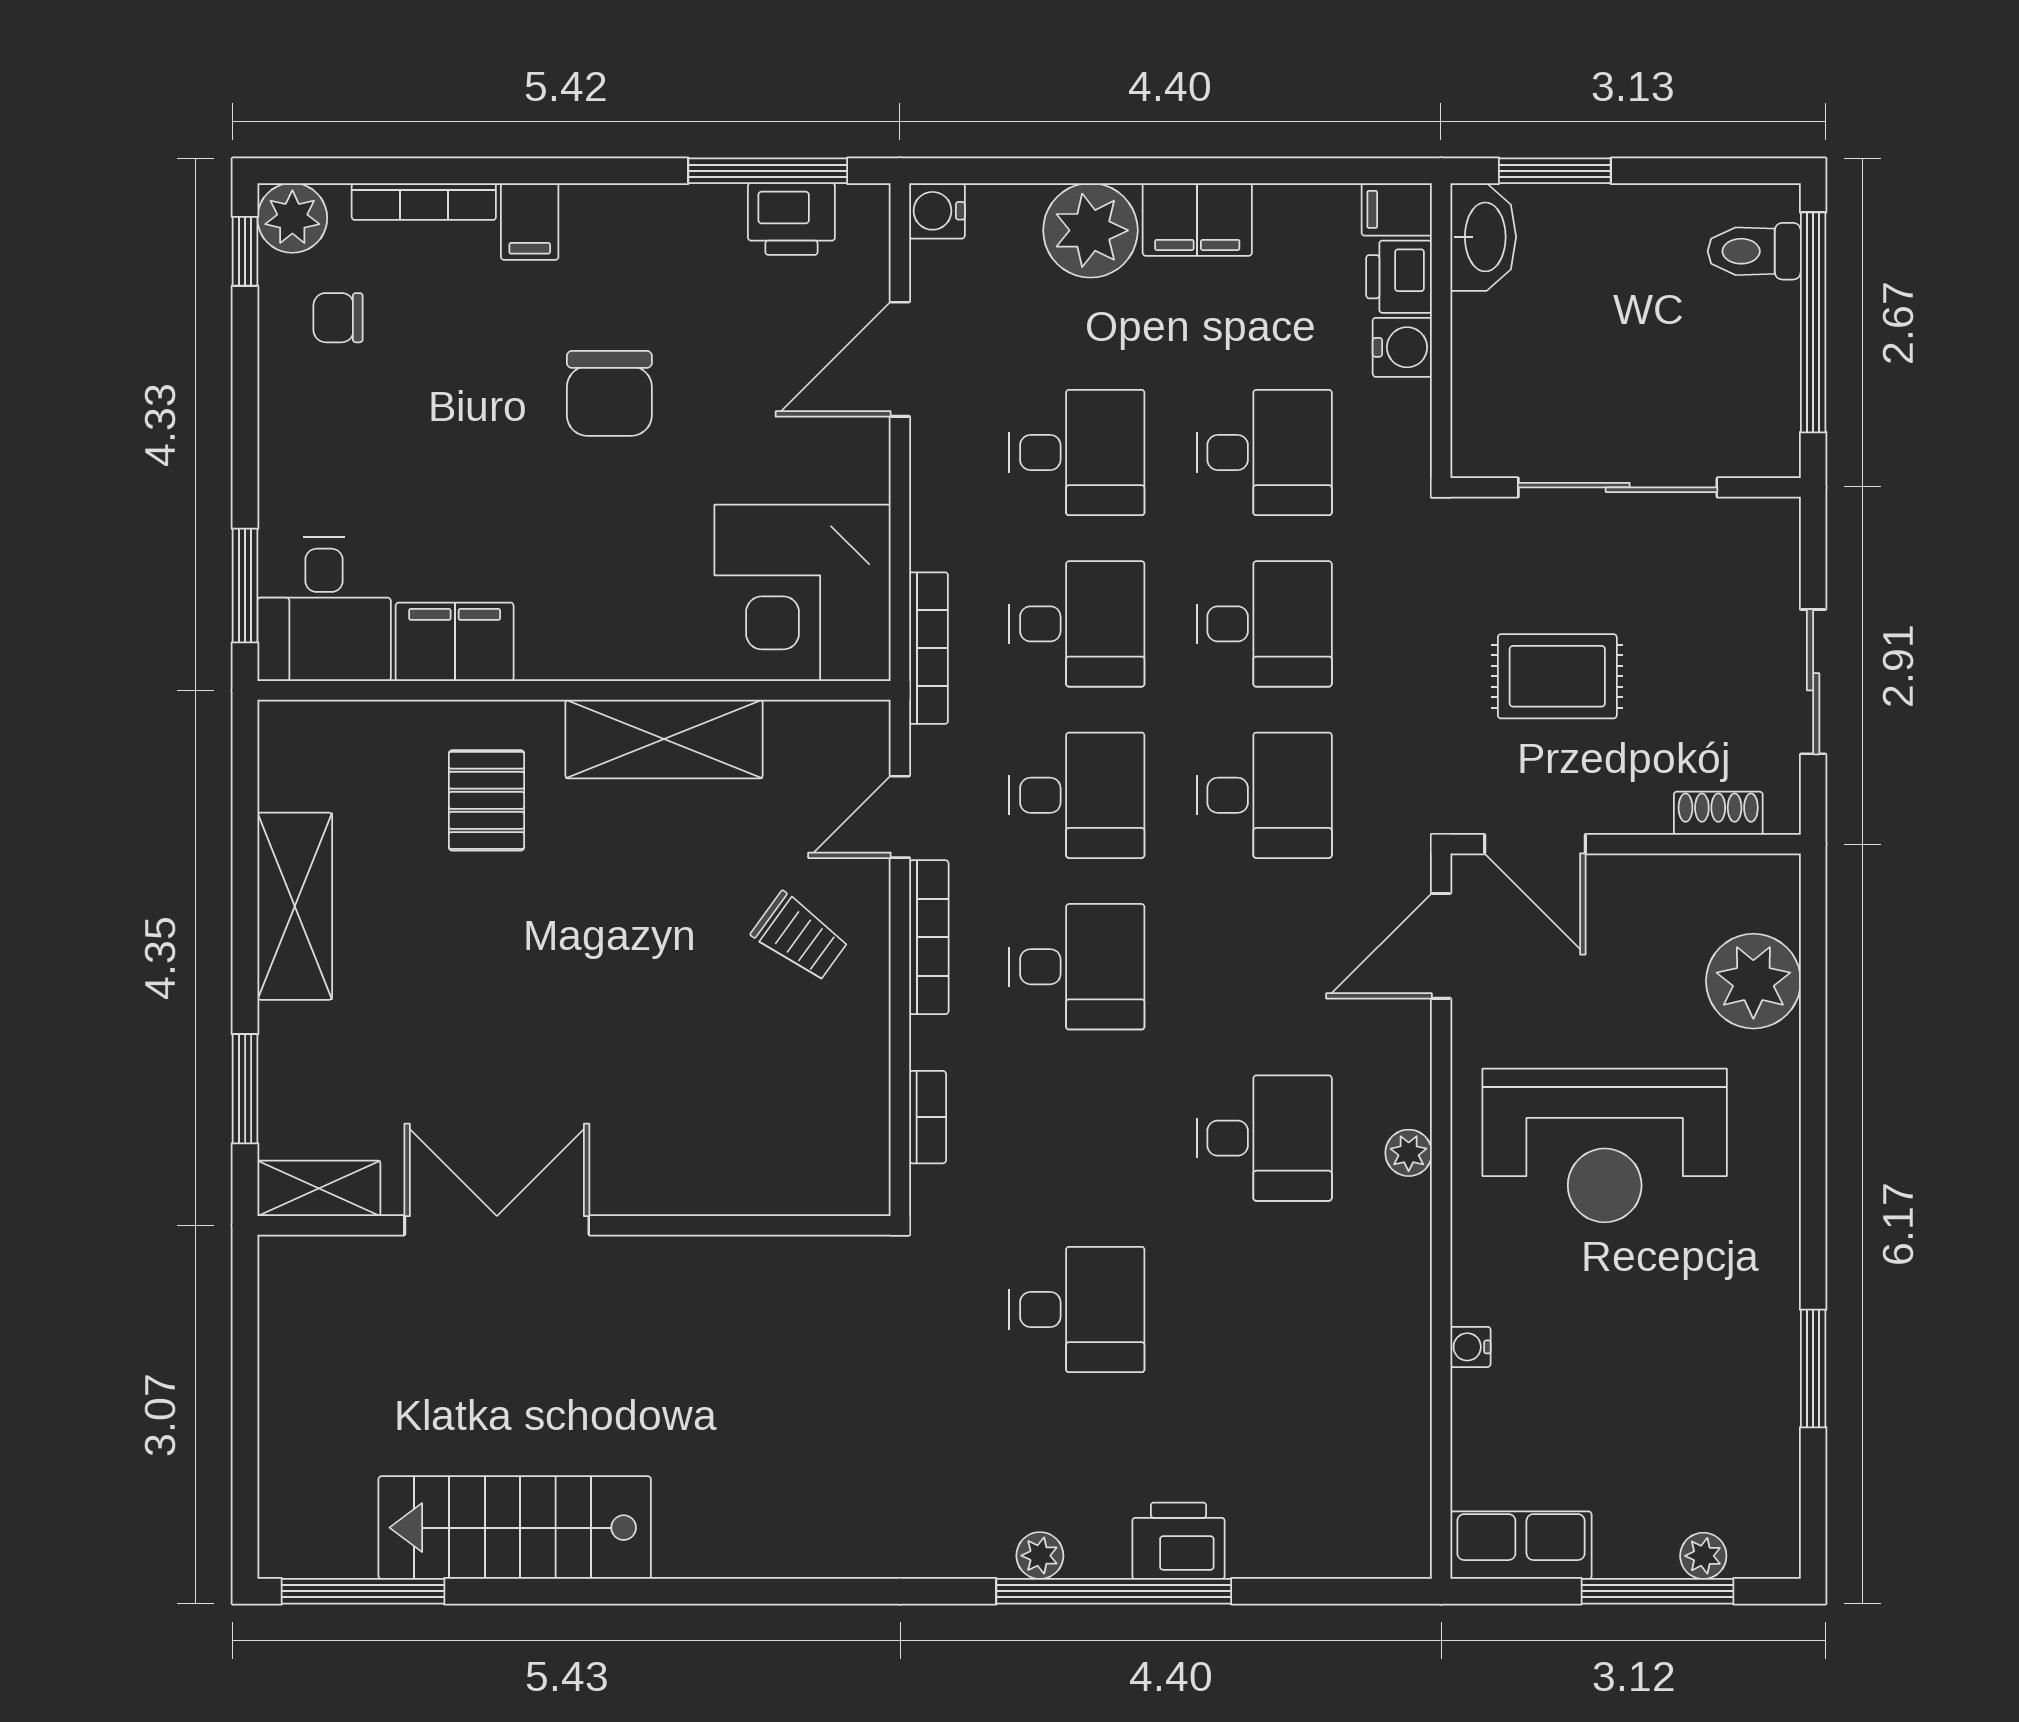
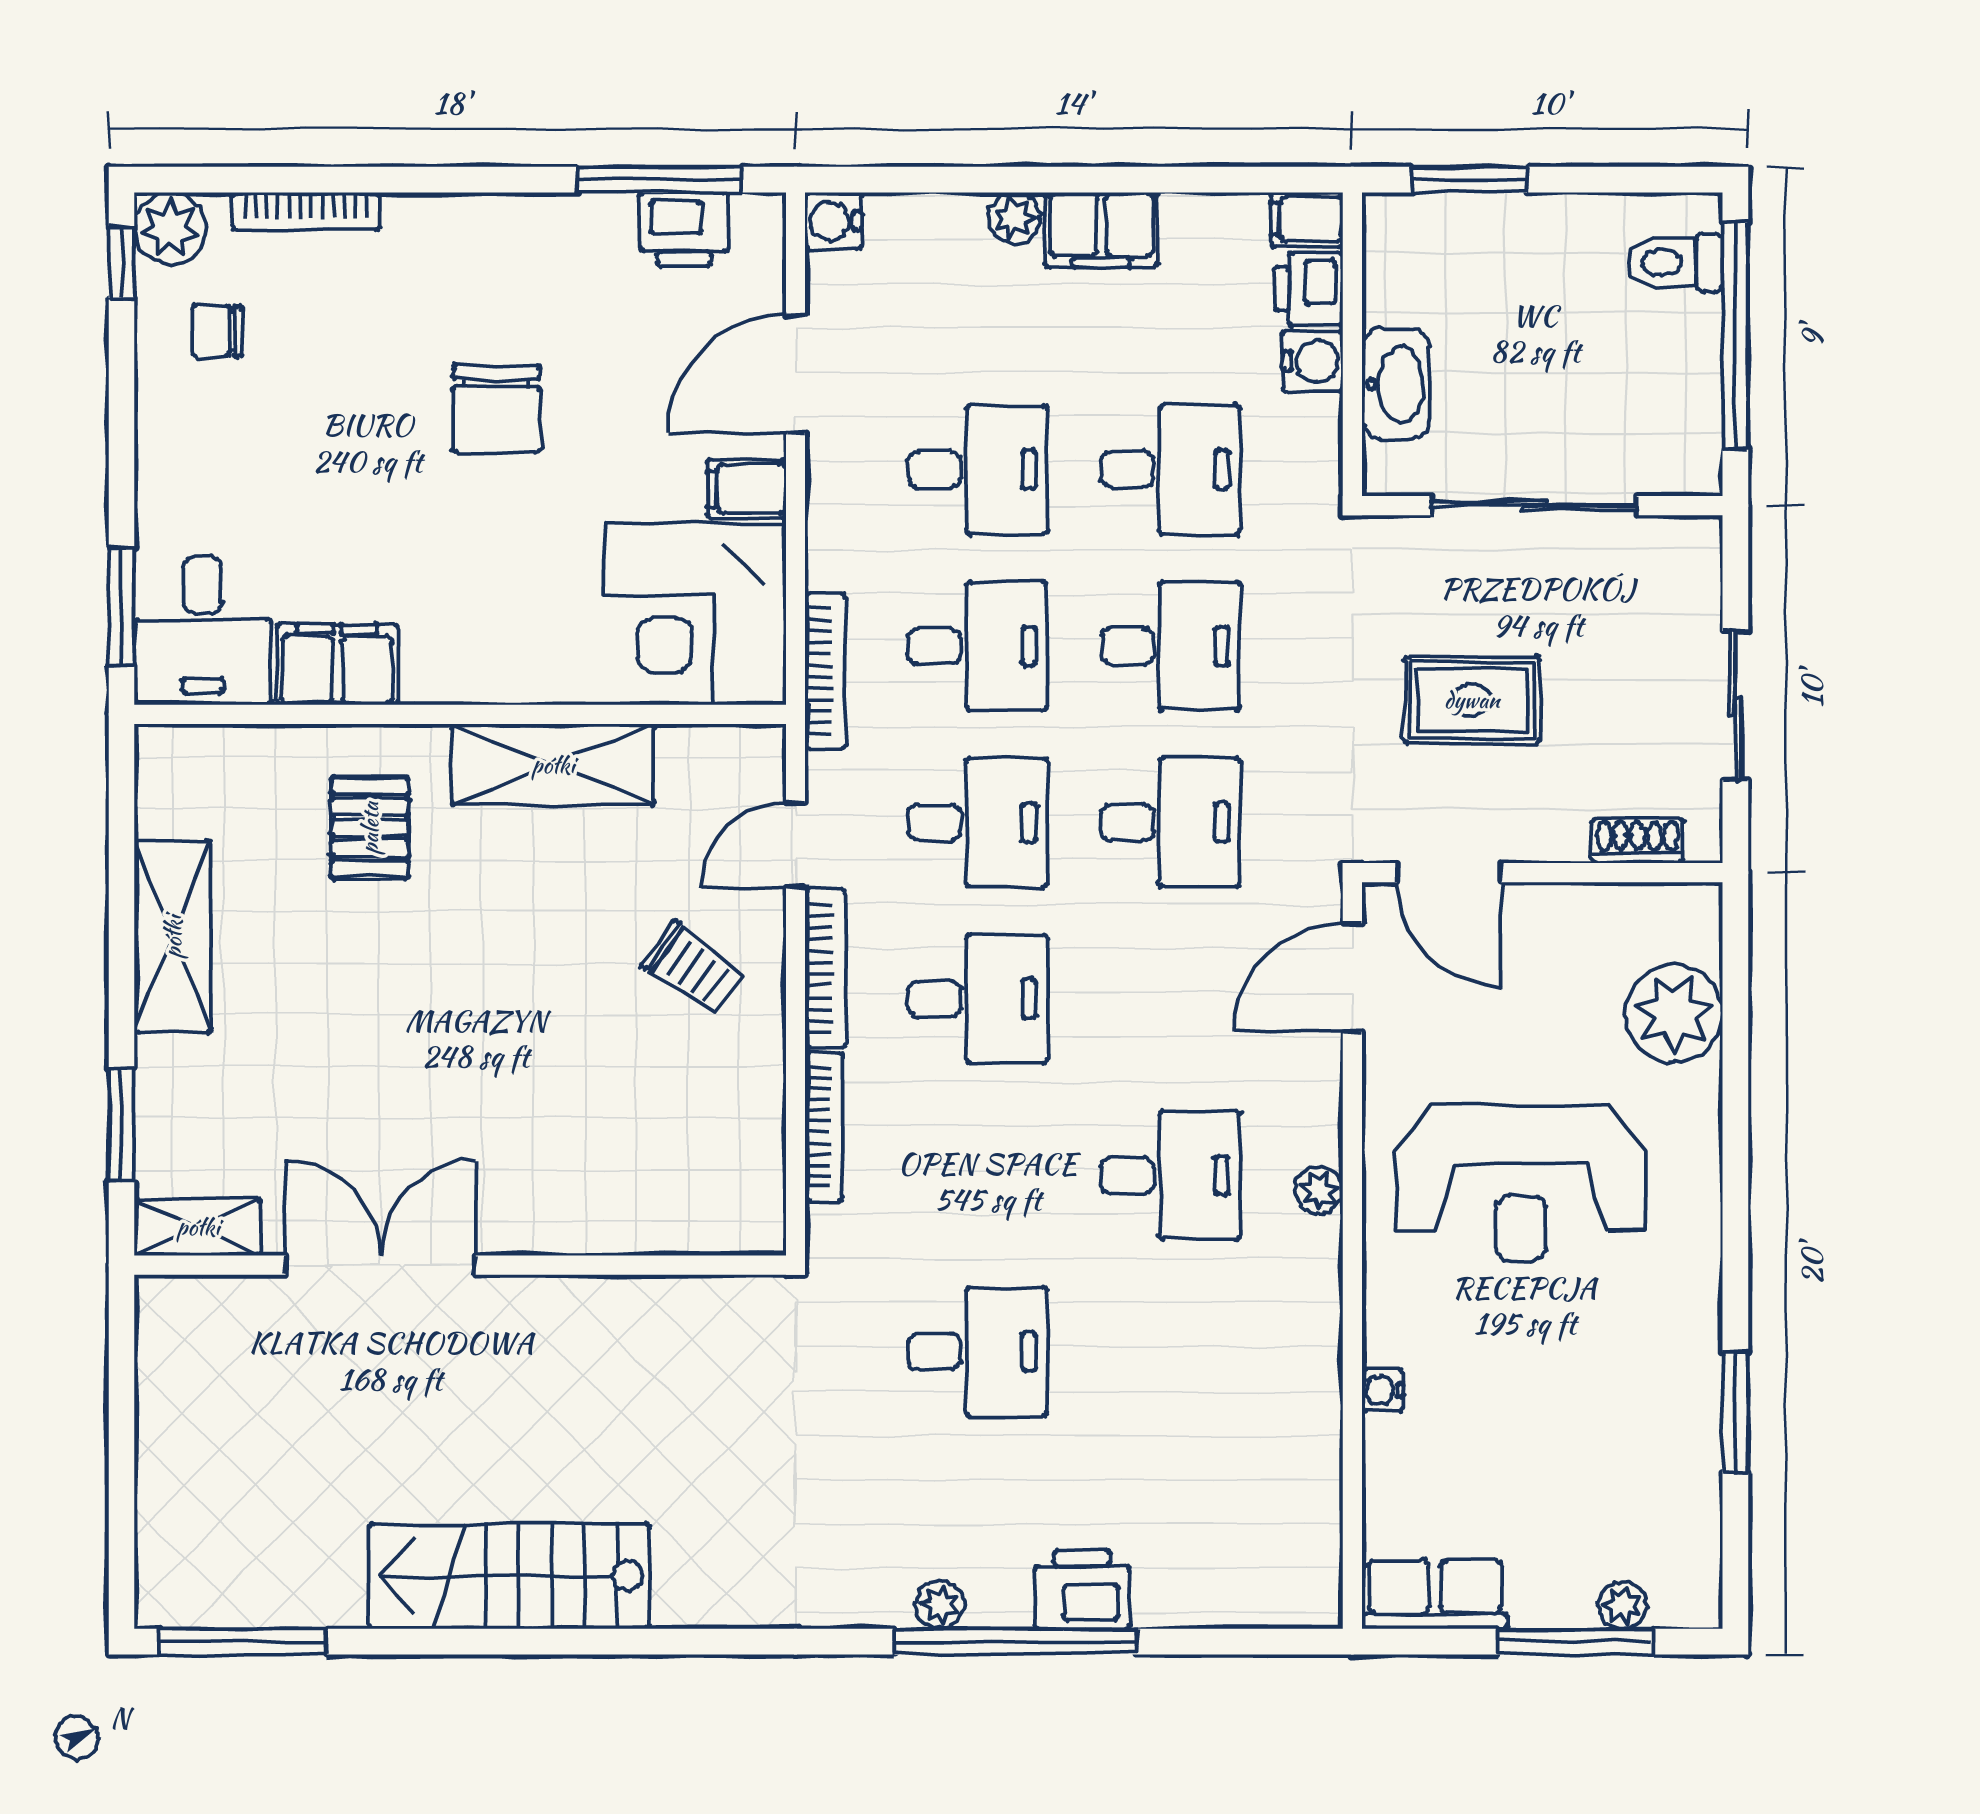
filing cabinet: (530, 221) -> (746, 489), moved, turned 90
plant: (1090, 230) -> (1014, 218), width x0.53, depth x0.53
washbasin: (1483, 237) -> (1396, 384), moved
bookcase: (928, 1117) -> (824, 1127), width x1.56
stairs: (515, 1528) -> (510, 1576), moved

